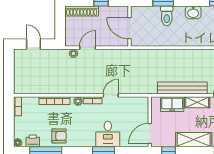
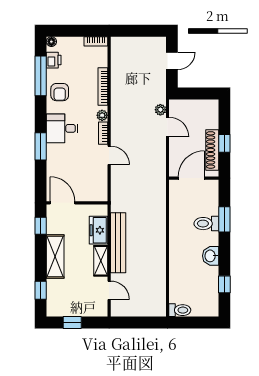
shoe rack: (82, 11) -> (212, 150), moved
desk: (108, 134) -> (62, 128), moved

